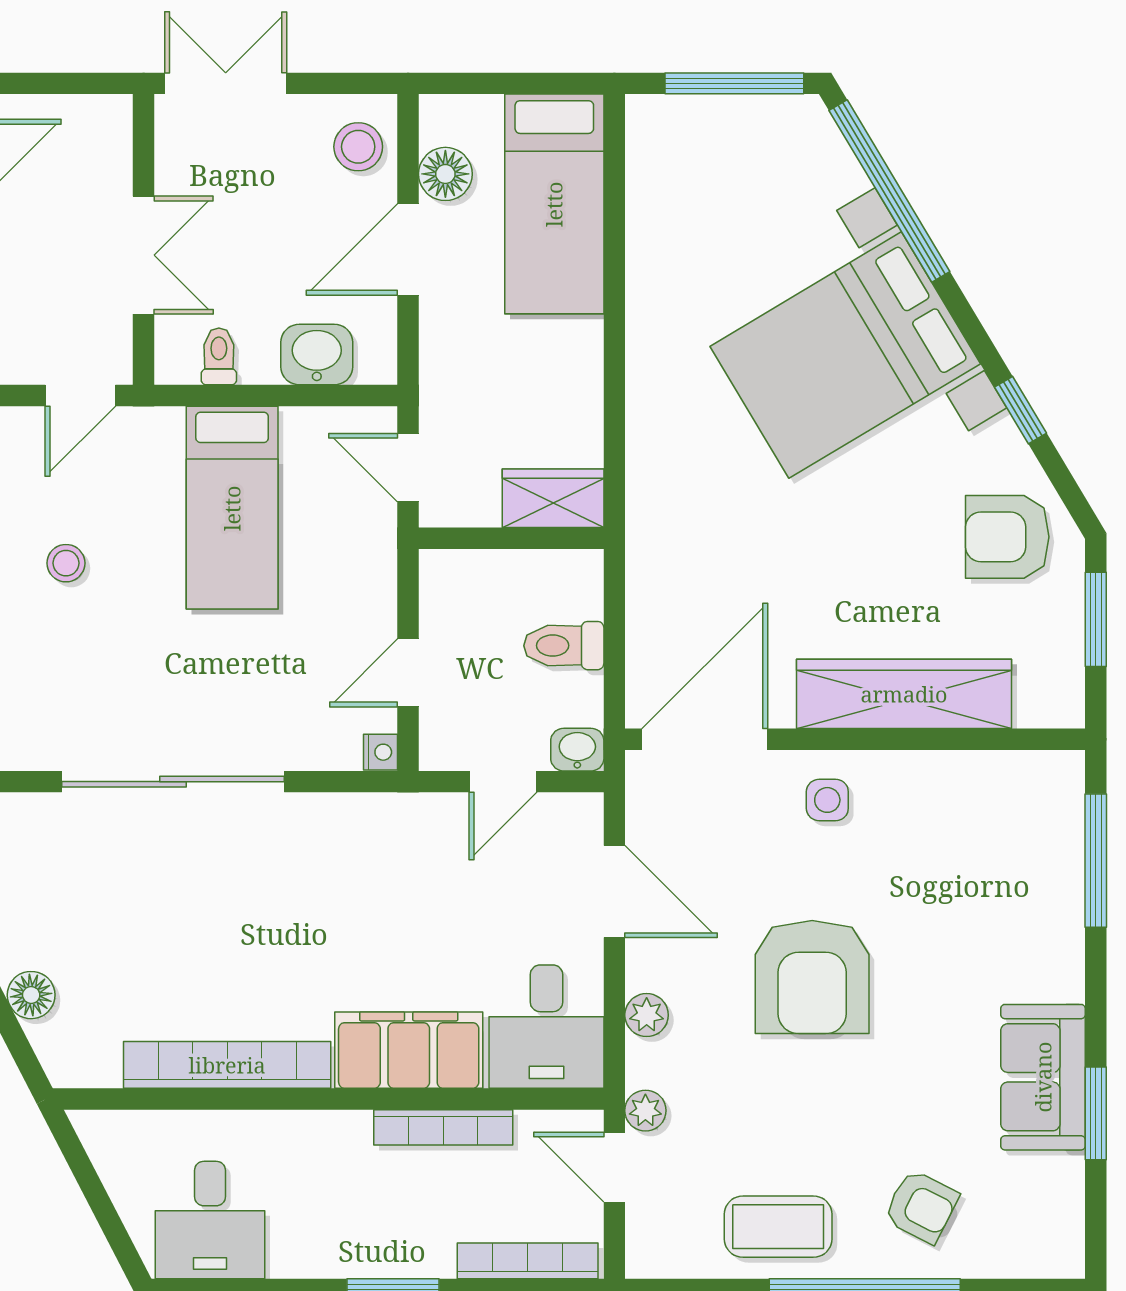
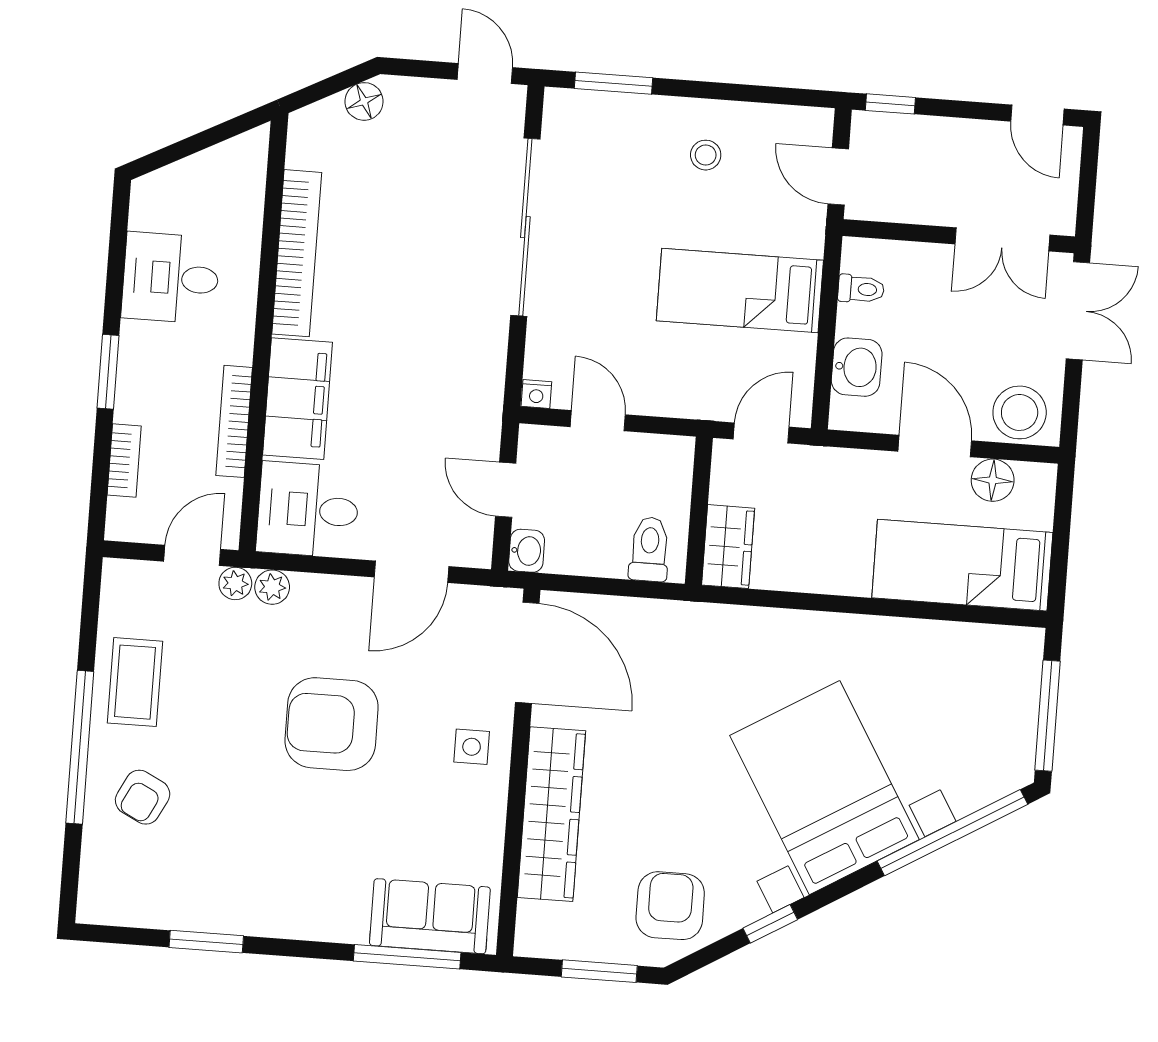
stool: (358, 147) -> (1020, 412), width x1.38, depth x1.38
double door: (144, 255) -> (1002, 239), moved
toilet: (564, 646) -> (649, 549), moved
plant: (647, 1015) -> (272, 587), moved
sofa: (1043, 1077) -> (430, 916), moved
desk: (210, 1220) -> (171, 278), moved
bookcase: (528, 1261) -> (124, 461), width x0.64

